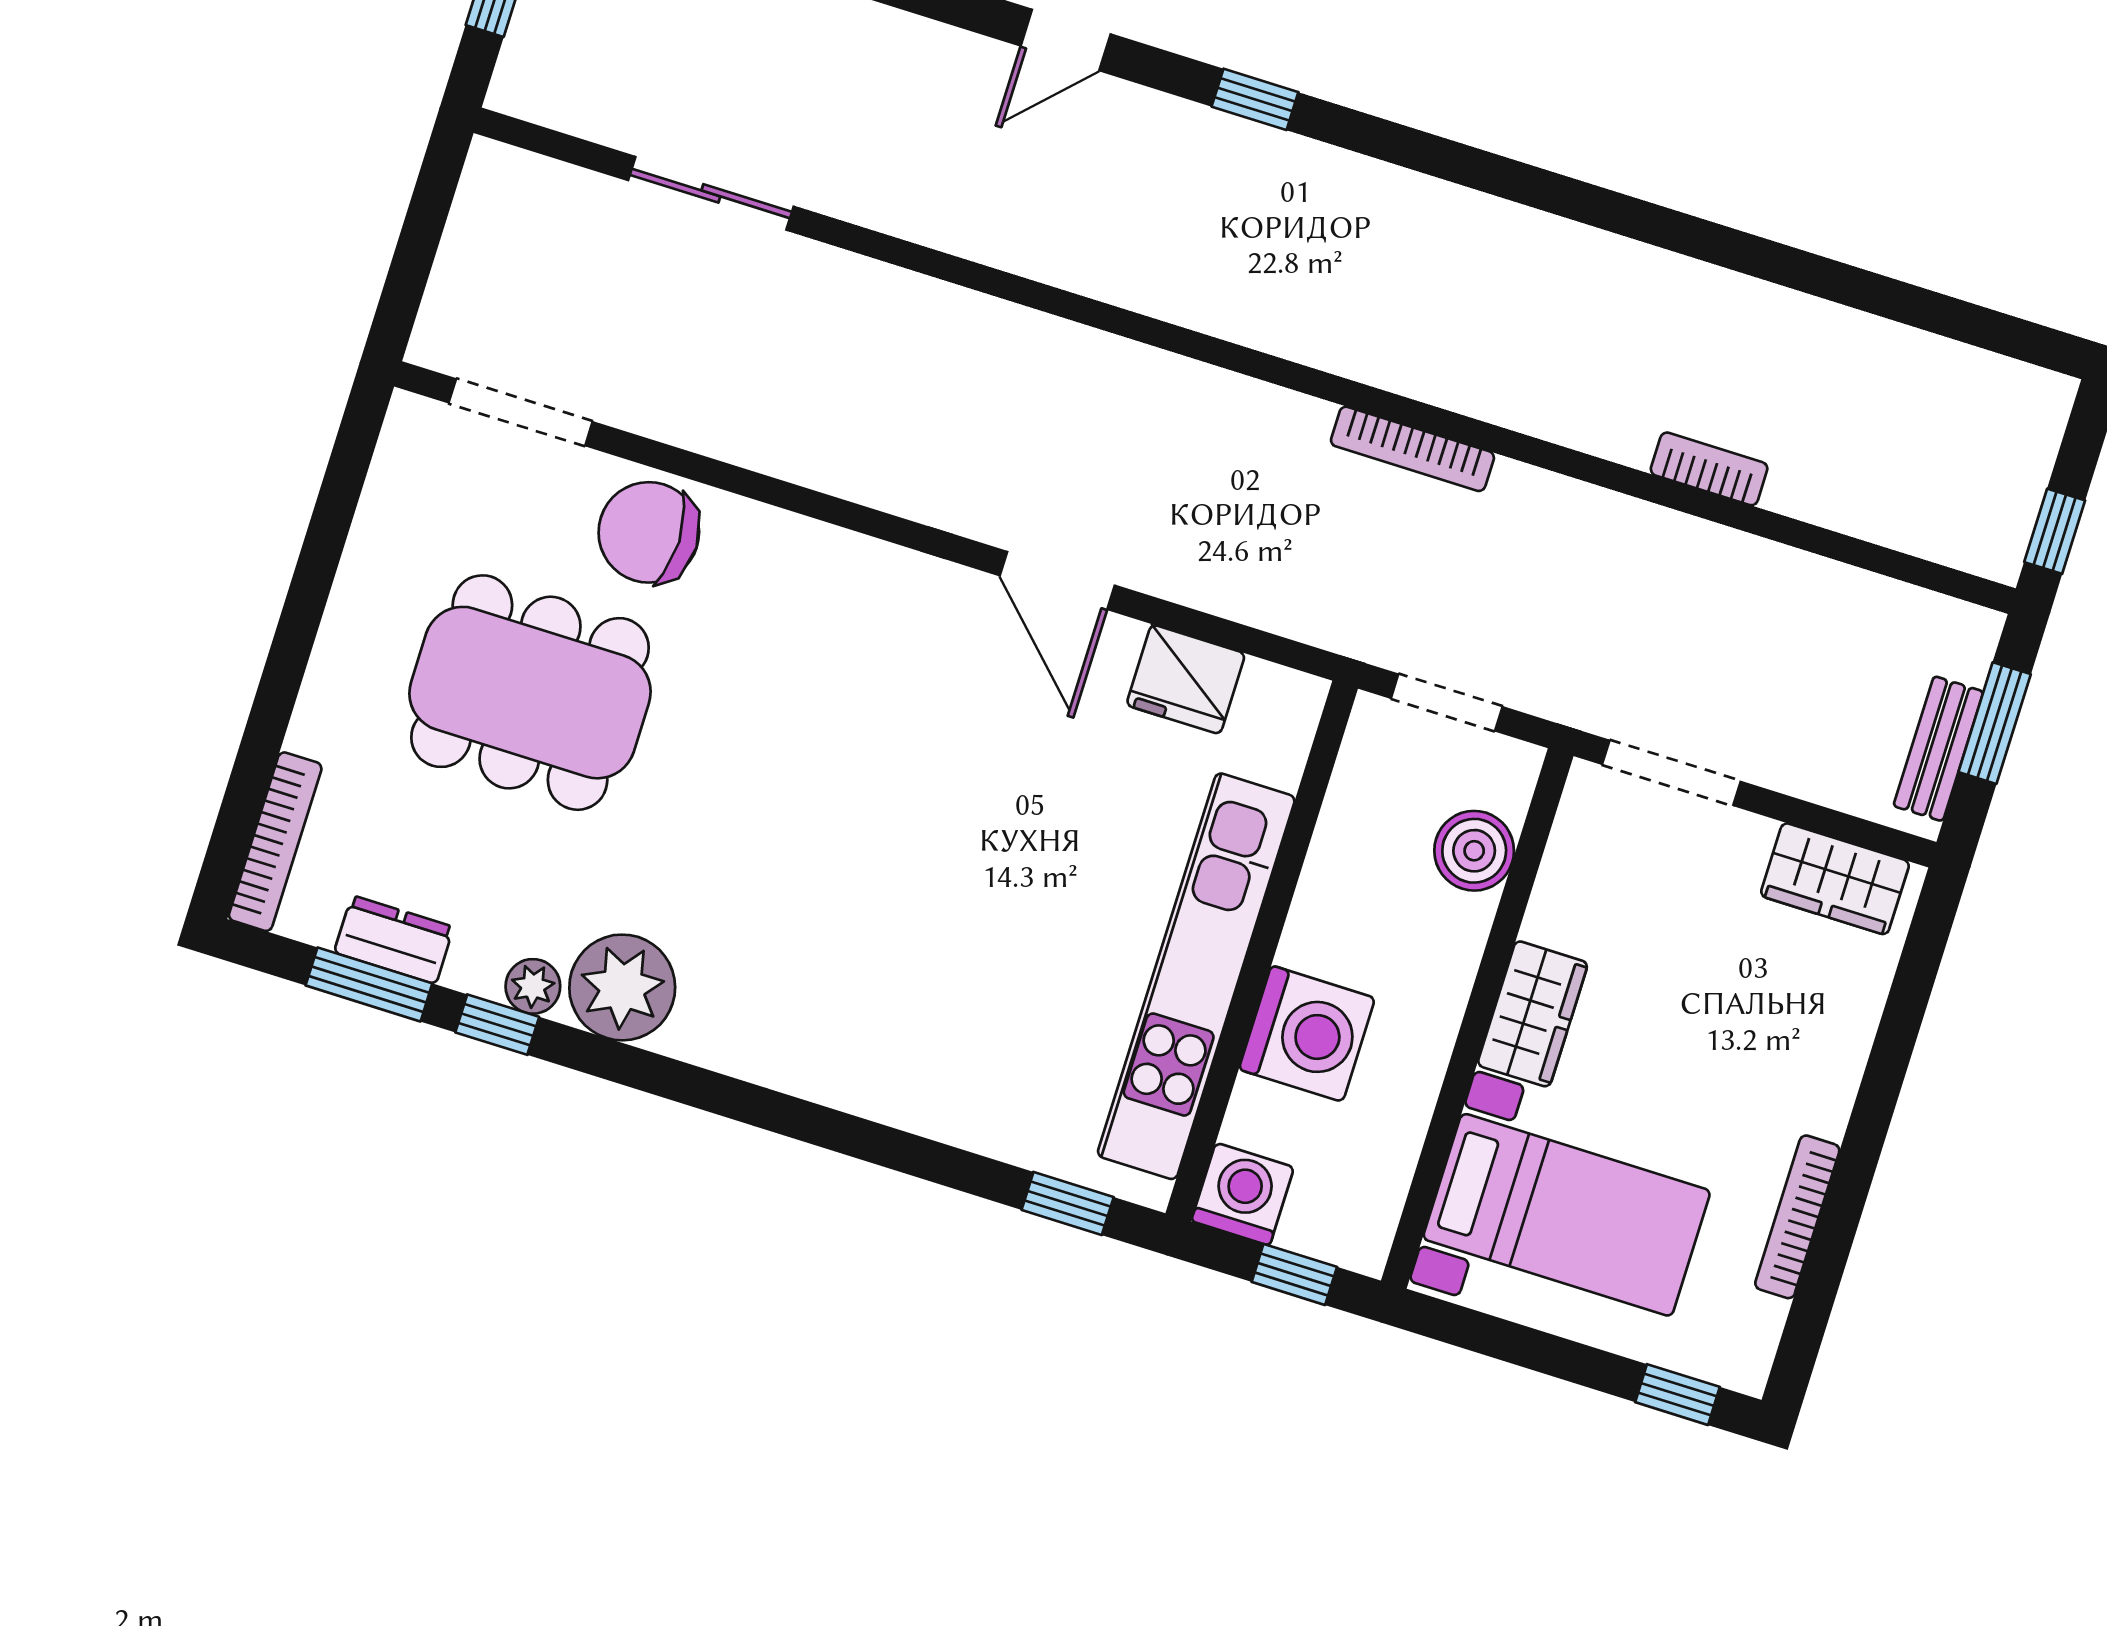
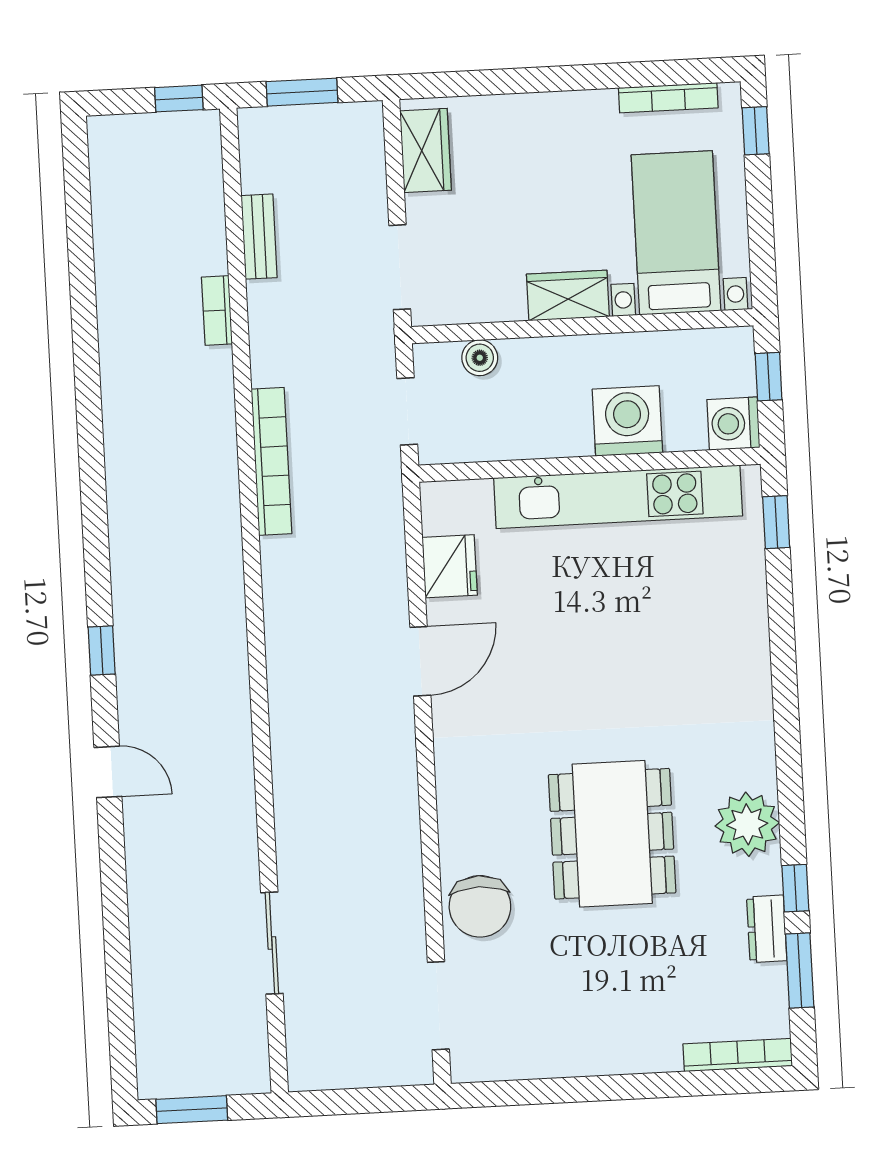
bookcase: (1412, 449) -> (271, 461), width x1.48, depth x1.31
dining table: (530, 693) -> (612, 834), moved
bench: (1938, 749) -> (259, 237), moved, turned 90
boiler: (1474, 851) -> (480, 358), width x0.73, depth x0.73
dresser: (394, 940) -> (767, 929), moved
plant: (533, 986) -> (766, 876), removed
bookcase: (1797, 1217) -> (668, 98), moved

